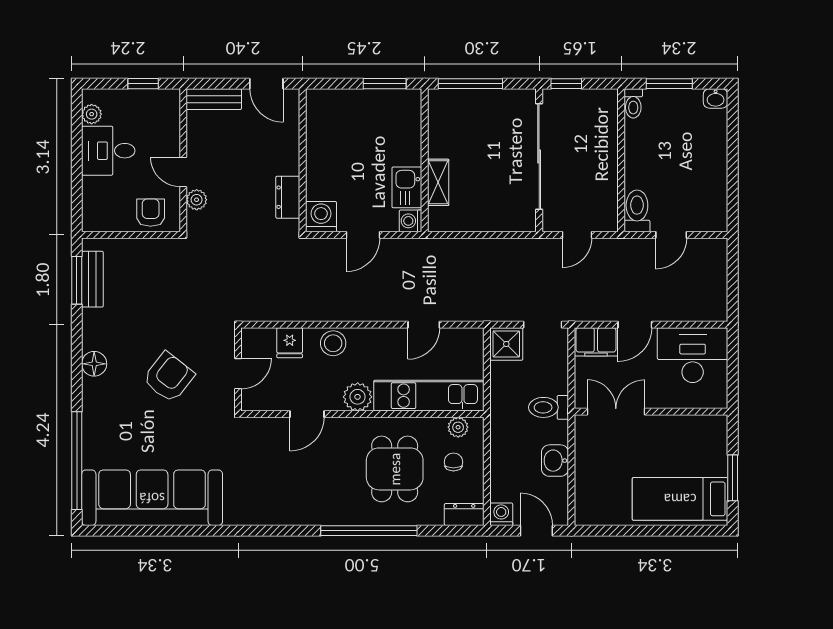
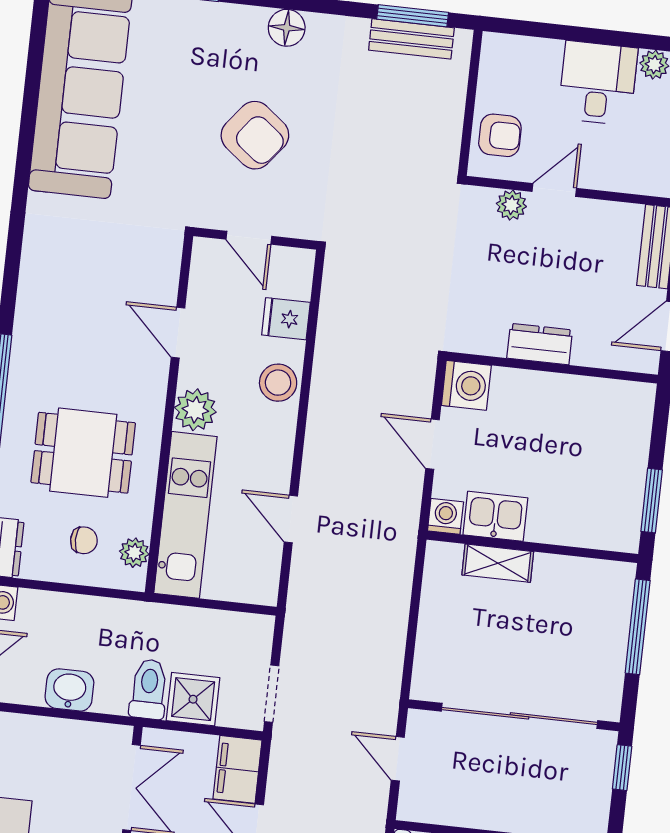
dresser: (288, 197) -> (540, 344), moved
shower: (506, 344) -> (193, 699), moved

